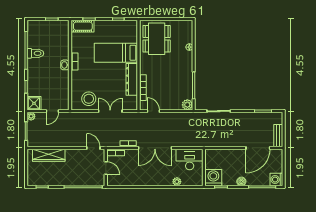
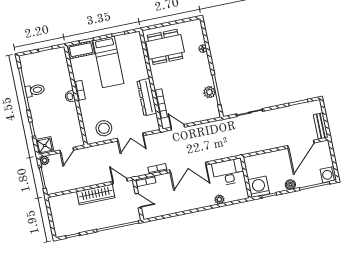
dining table: (157, 39) -> (165, 47), turned 90
bed: (116, 53) -> (108, 62), moved, turned -90
plant: (187, 105) -> (209, 92), moved
double door: (110, 111) -> (130, 137), swing flipped
wardrobe: (49, 155) -> (96, 195), moved

